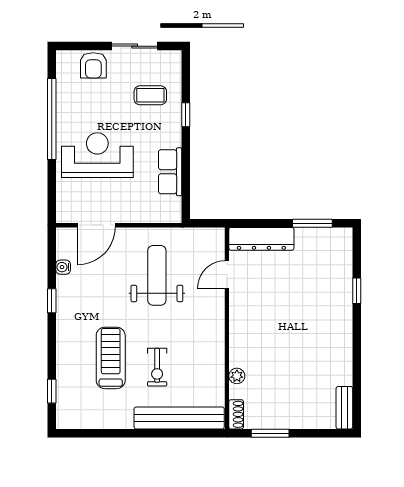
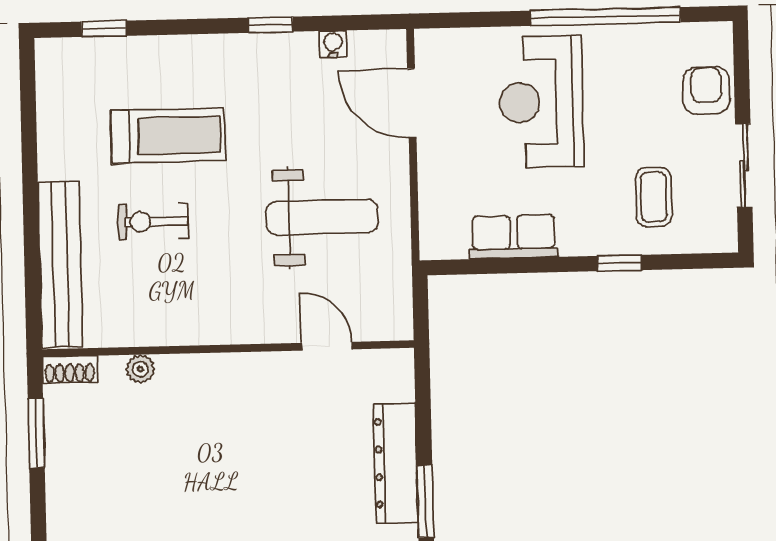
armchair: (93, 65) -> (706, 91), turned 90
reception desk: (97, 155) -> (541, 102), turned 180
dresser: (261, 239) -> (395, 463), moved

